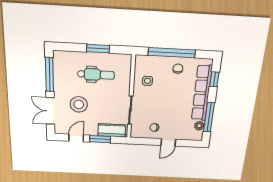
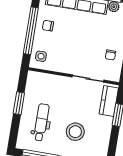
dental chair: (96, 75) -> (41, 122), moved
side table: (147, 81) -> (41, 56), moved
door: (76, 138) -> (113, 141), removed

